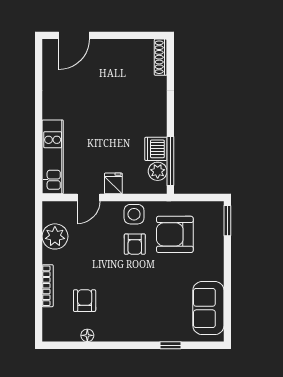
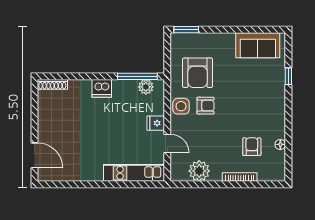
dishwasher: (156, 149) -> (102, 88), moved
armchair: (85, 301) -> (252, 147), turned 90

